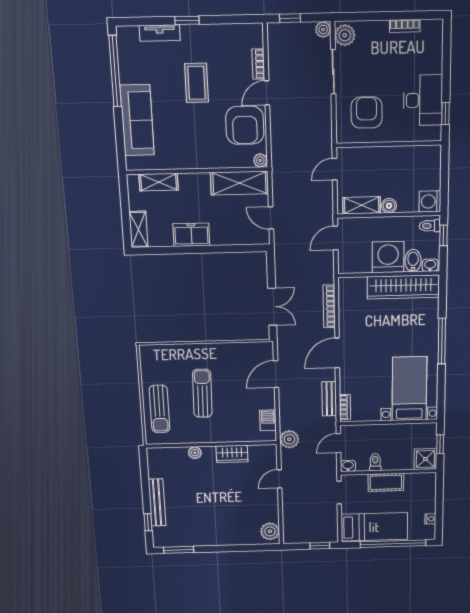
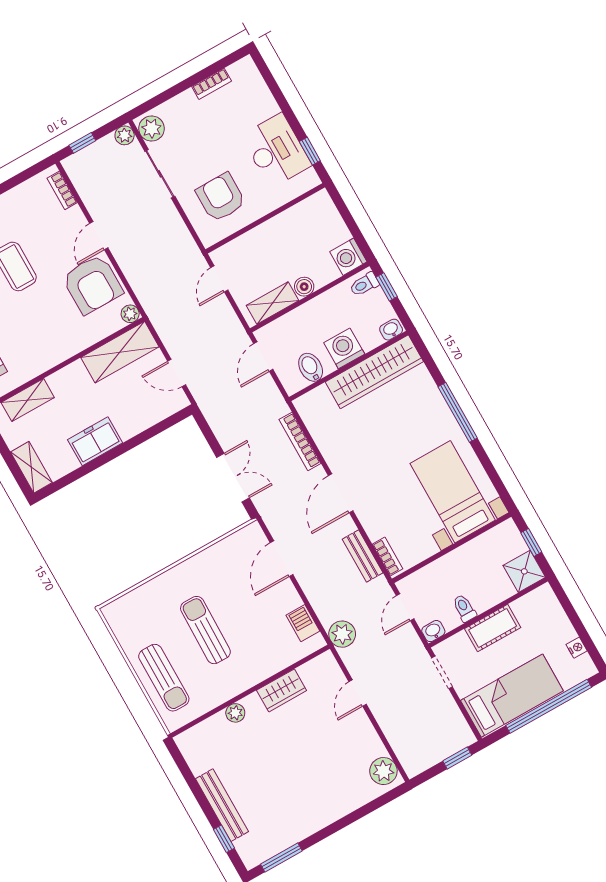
bookcase: (258, 64) -> (62, 190), moved
washing machine: (388, 257) -> (344, 348), width x0.73, depth x0.73
bidet: (413, 261) -> (311, 367), moved

